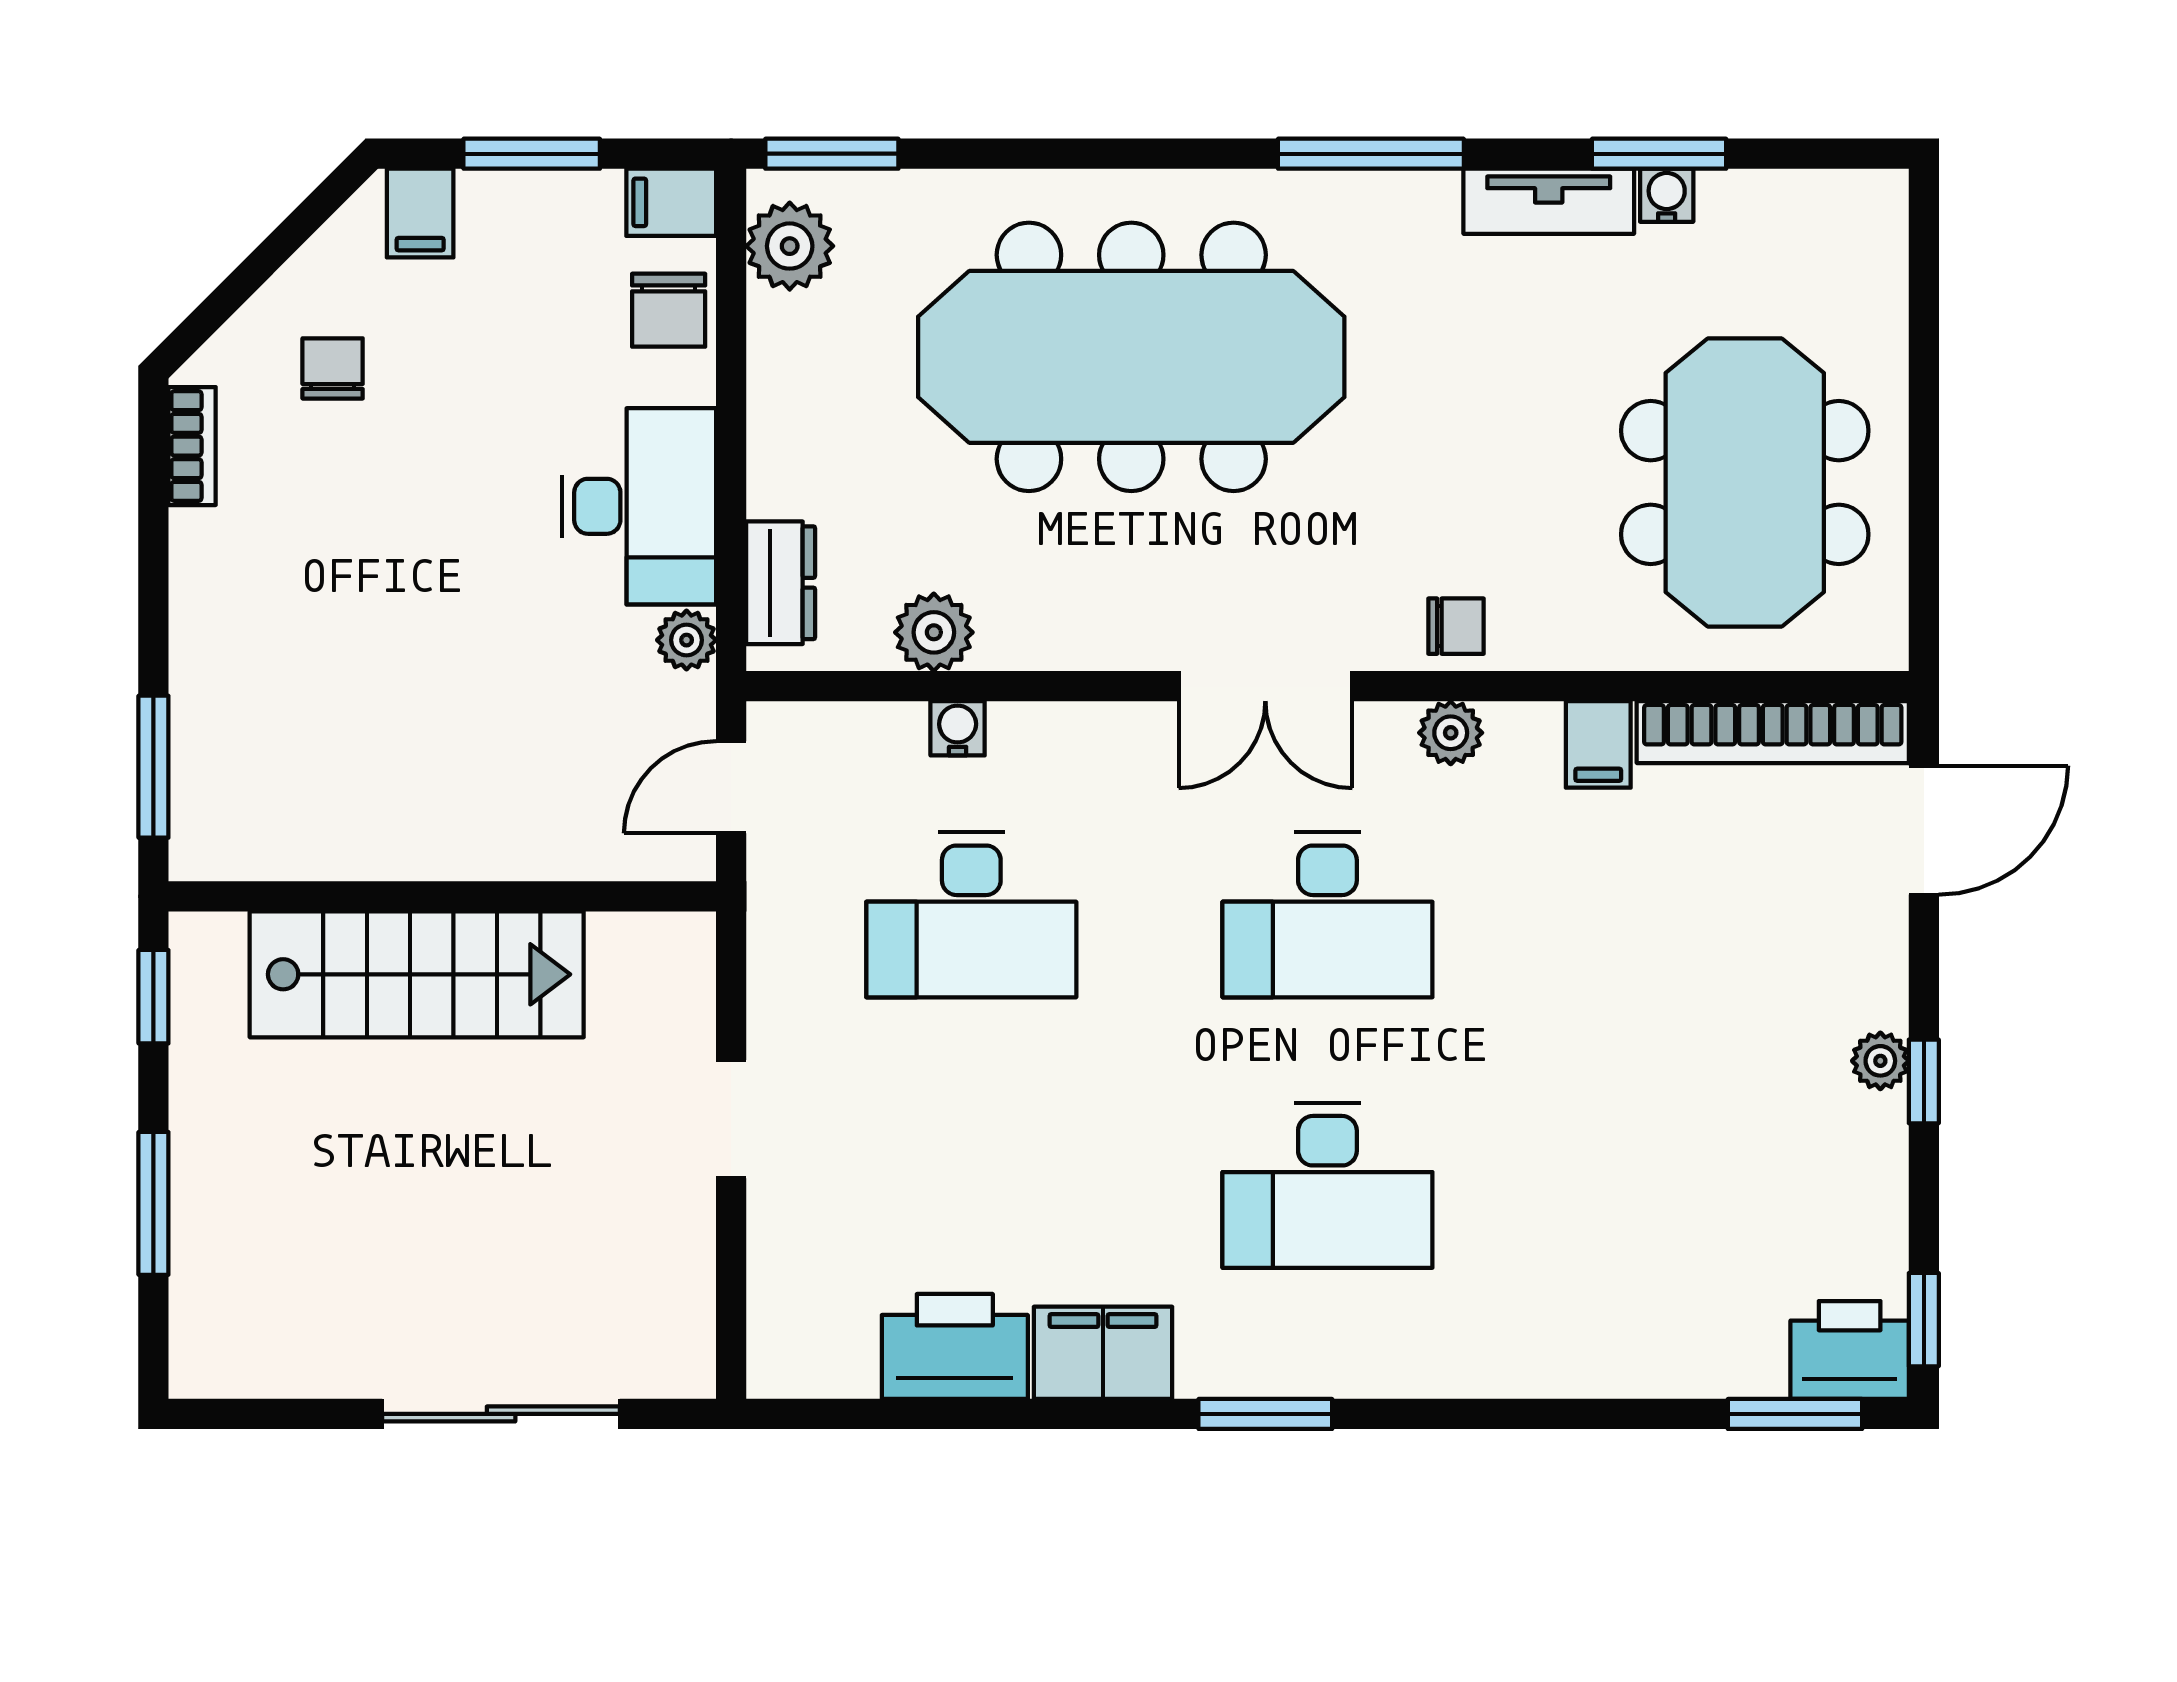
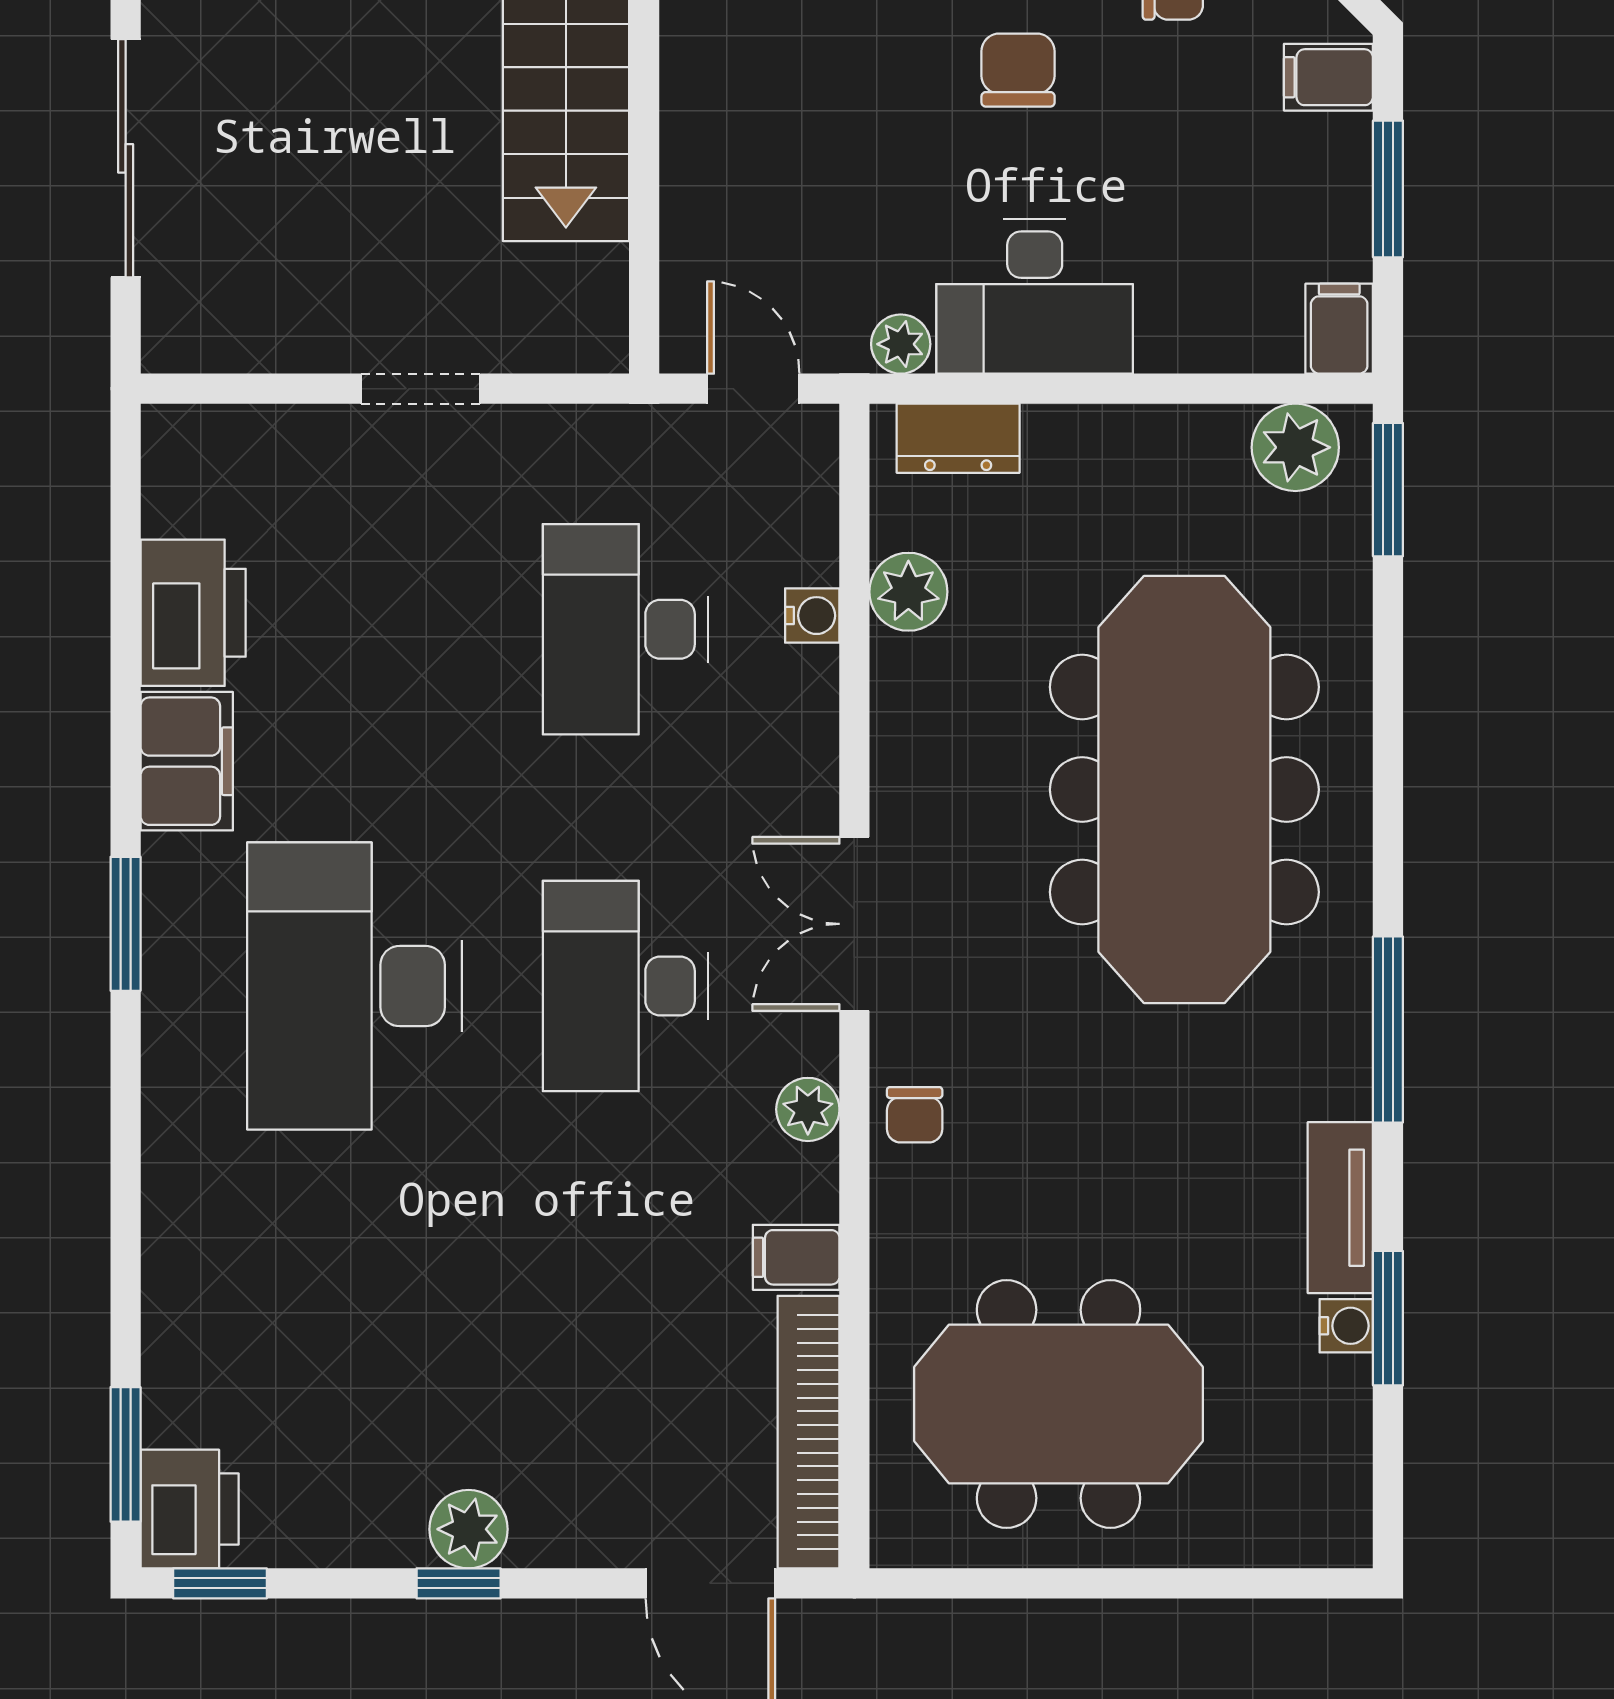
chair: (669, 310) -> (1018, 70), moved, turned 90
plant: (1880, 1061) -> (469, 1529), width x1.38, depth x1.38
desk: (1327, 1185) -> (355, 986), width x1.36, depth x1.30

